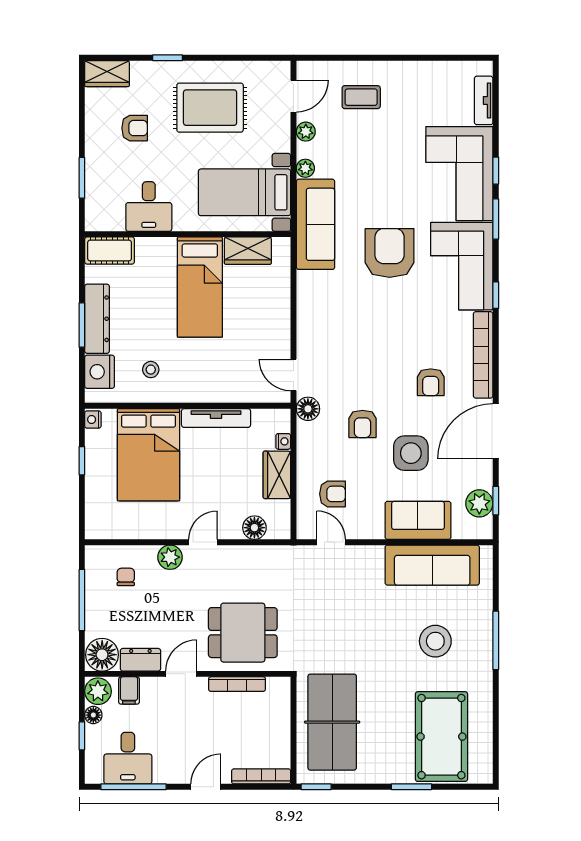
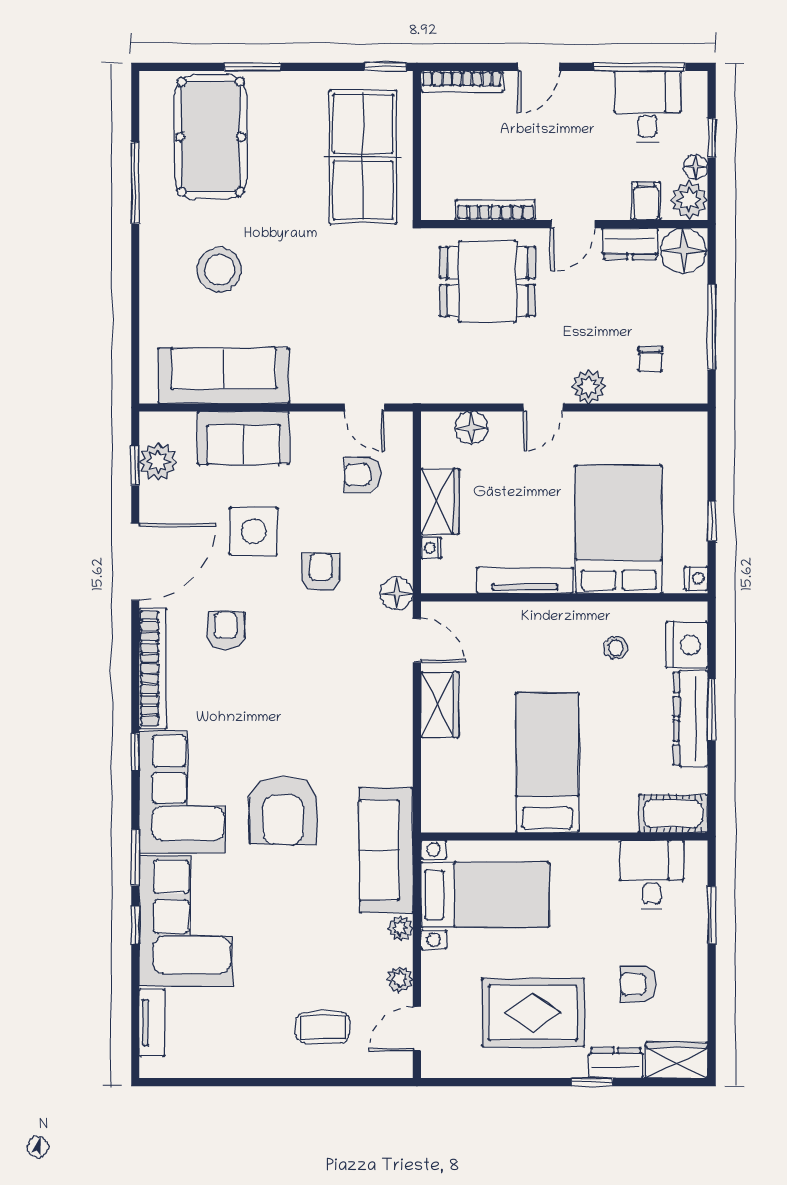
dresser: (151, 71) -> (616, 1063), added
desk: (149, 207) -> (652, 875), moved
wardrobe: (248, 251) -> (440, 705), moved, turned 90
window: (496, 640) -> (135, 183), moved

